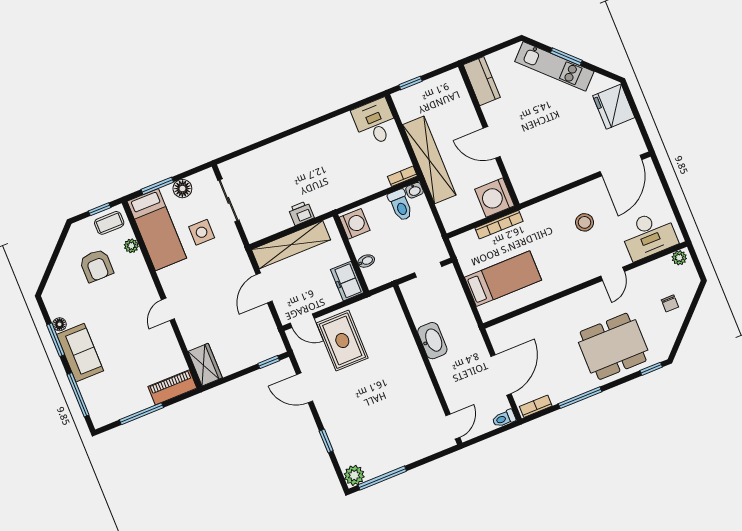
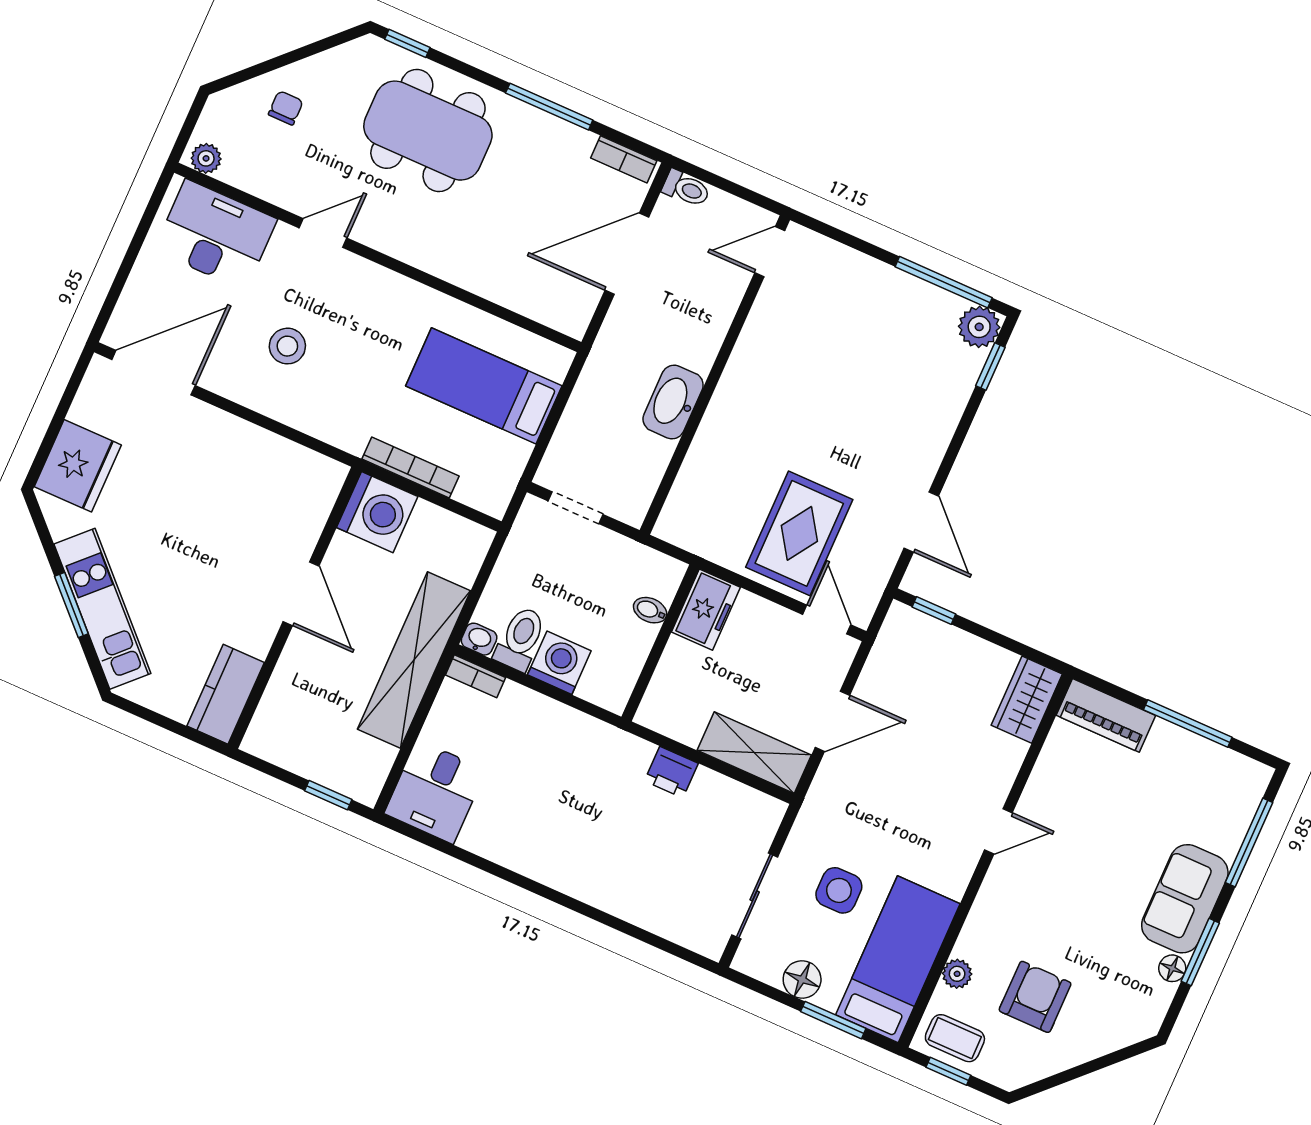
washing machine: (355, 224) -> (559, 663), moved, turned 90
shelving: (291, 245) -> (754, 753), width x0.68
window: (326, 441) -> (990, 367), moved

